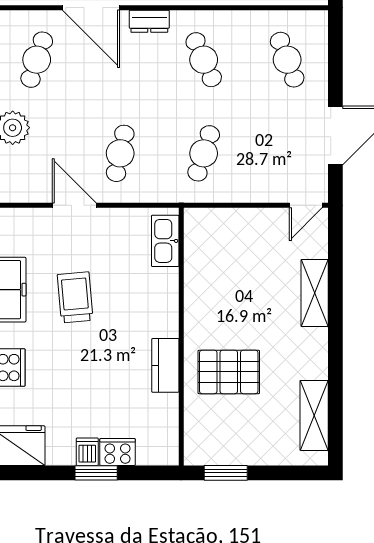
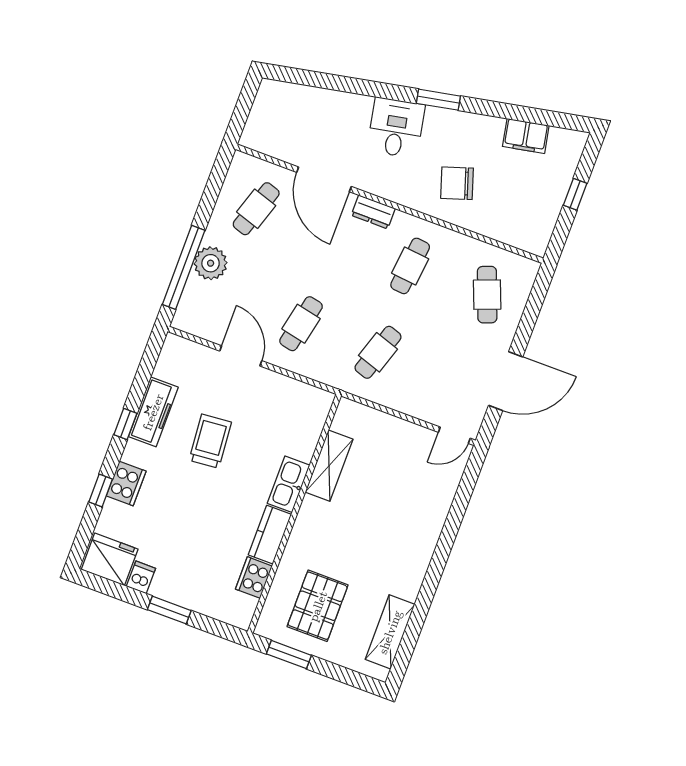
cafe table: (204, 60) -> (410, 266), turned 30
kitchen sink: (165, 241) -> (289, 484), moved
shelving: (315, 293) -> (329, 466), moved
pallet: (229, 372) -> (318, 606), moved, turned 90
dishwasher: (87, 452) -> (141, 577), moved
cooker: (118, 452) -> (254, 578), moved, turned -90

